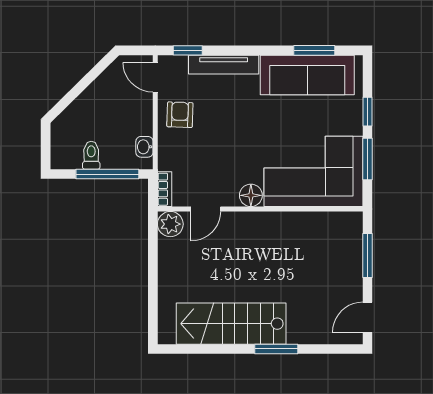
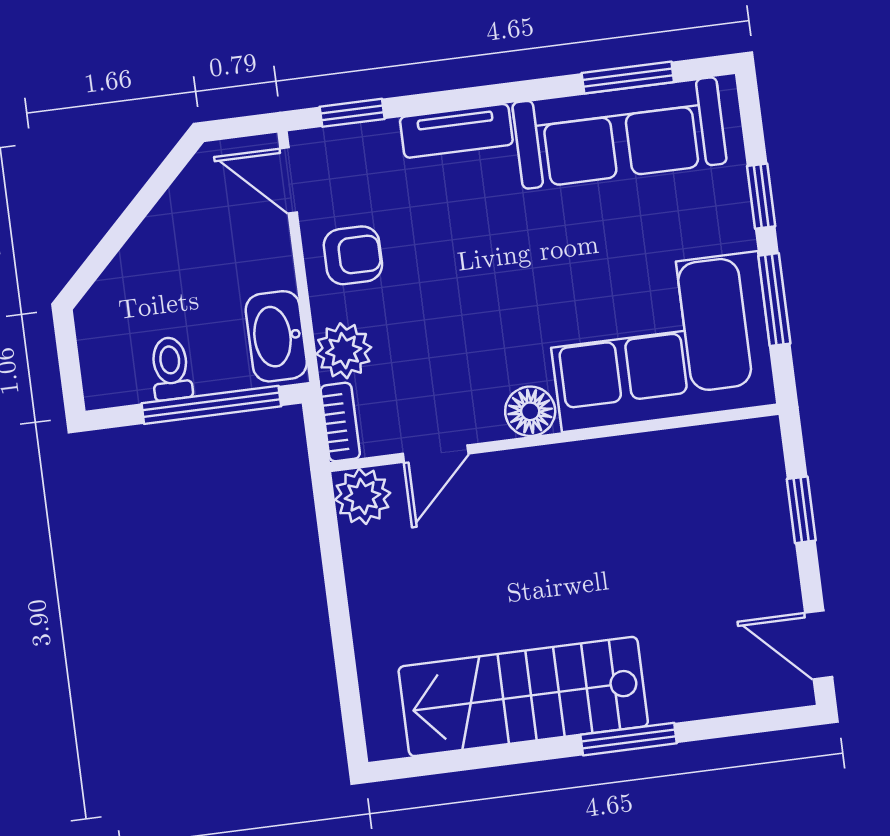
tv unit: (224, 65) -> (456, 131), width x0.71
armchair: (180, 115) -> (353, 255), turned 88
washbasin: (144, 147) -> (276, 336), width x1.91, depth x1.45
plant: (170, 157) -> (344, 351), added
window: (367, 255) -> (801, 510), width x0.67
door: (367, 317) -> (819, 645), hinge flipped

